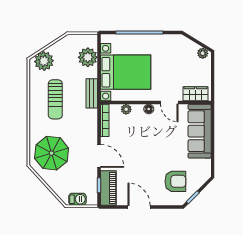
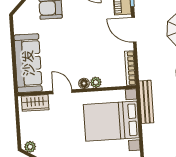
plant: (88, 57) -> (153, 134), removed
bench: (92, 93) -> (146, 102), width x1.36
plant: (126, 109) -> (96, 82), moved

